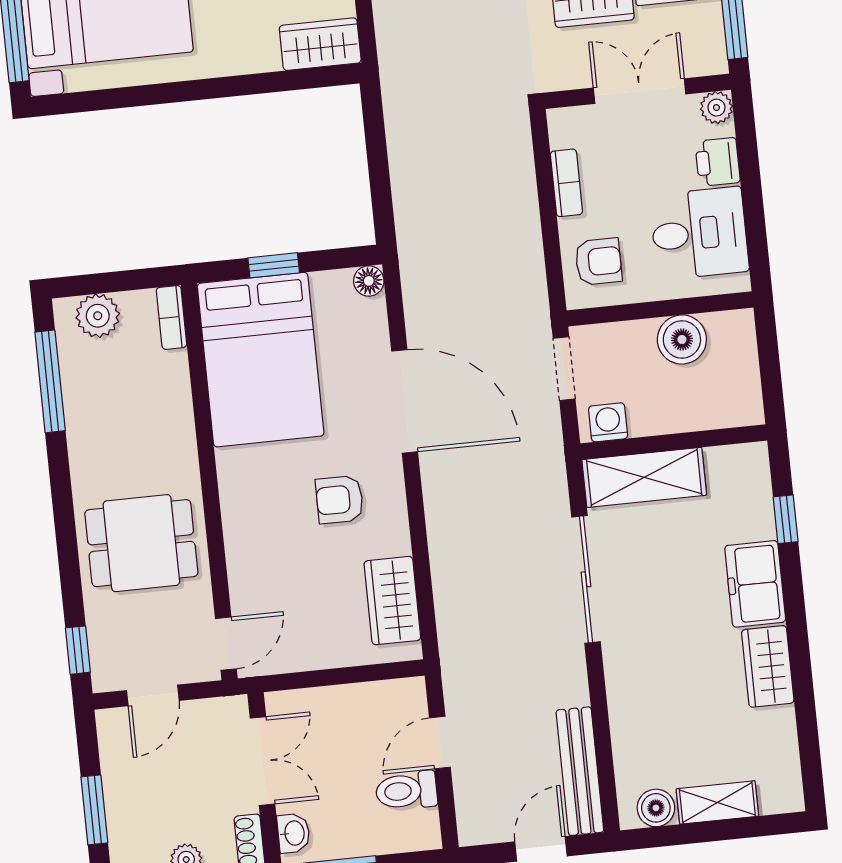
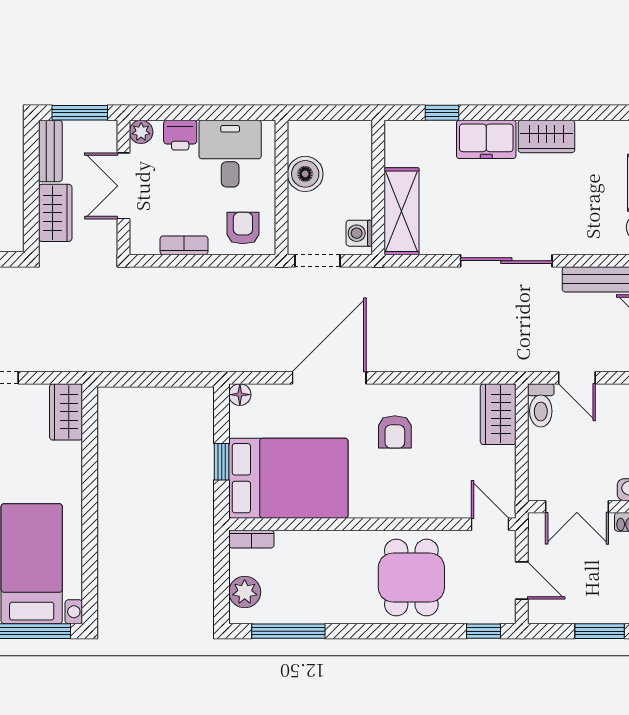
sliding door: (586, 579) -> (506, 261), moved
wardrobe: (392, 601) -> (498, 414), moved, turned 90
double door: (263, 761) -> (577, 507), swing flipped
toilet: (406, 791) -> (541, 405), moved

